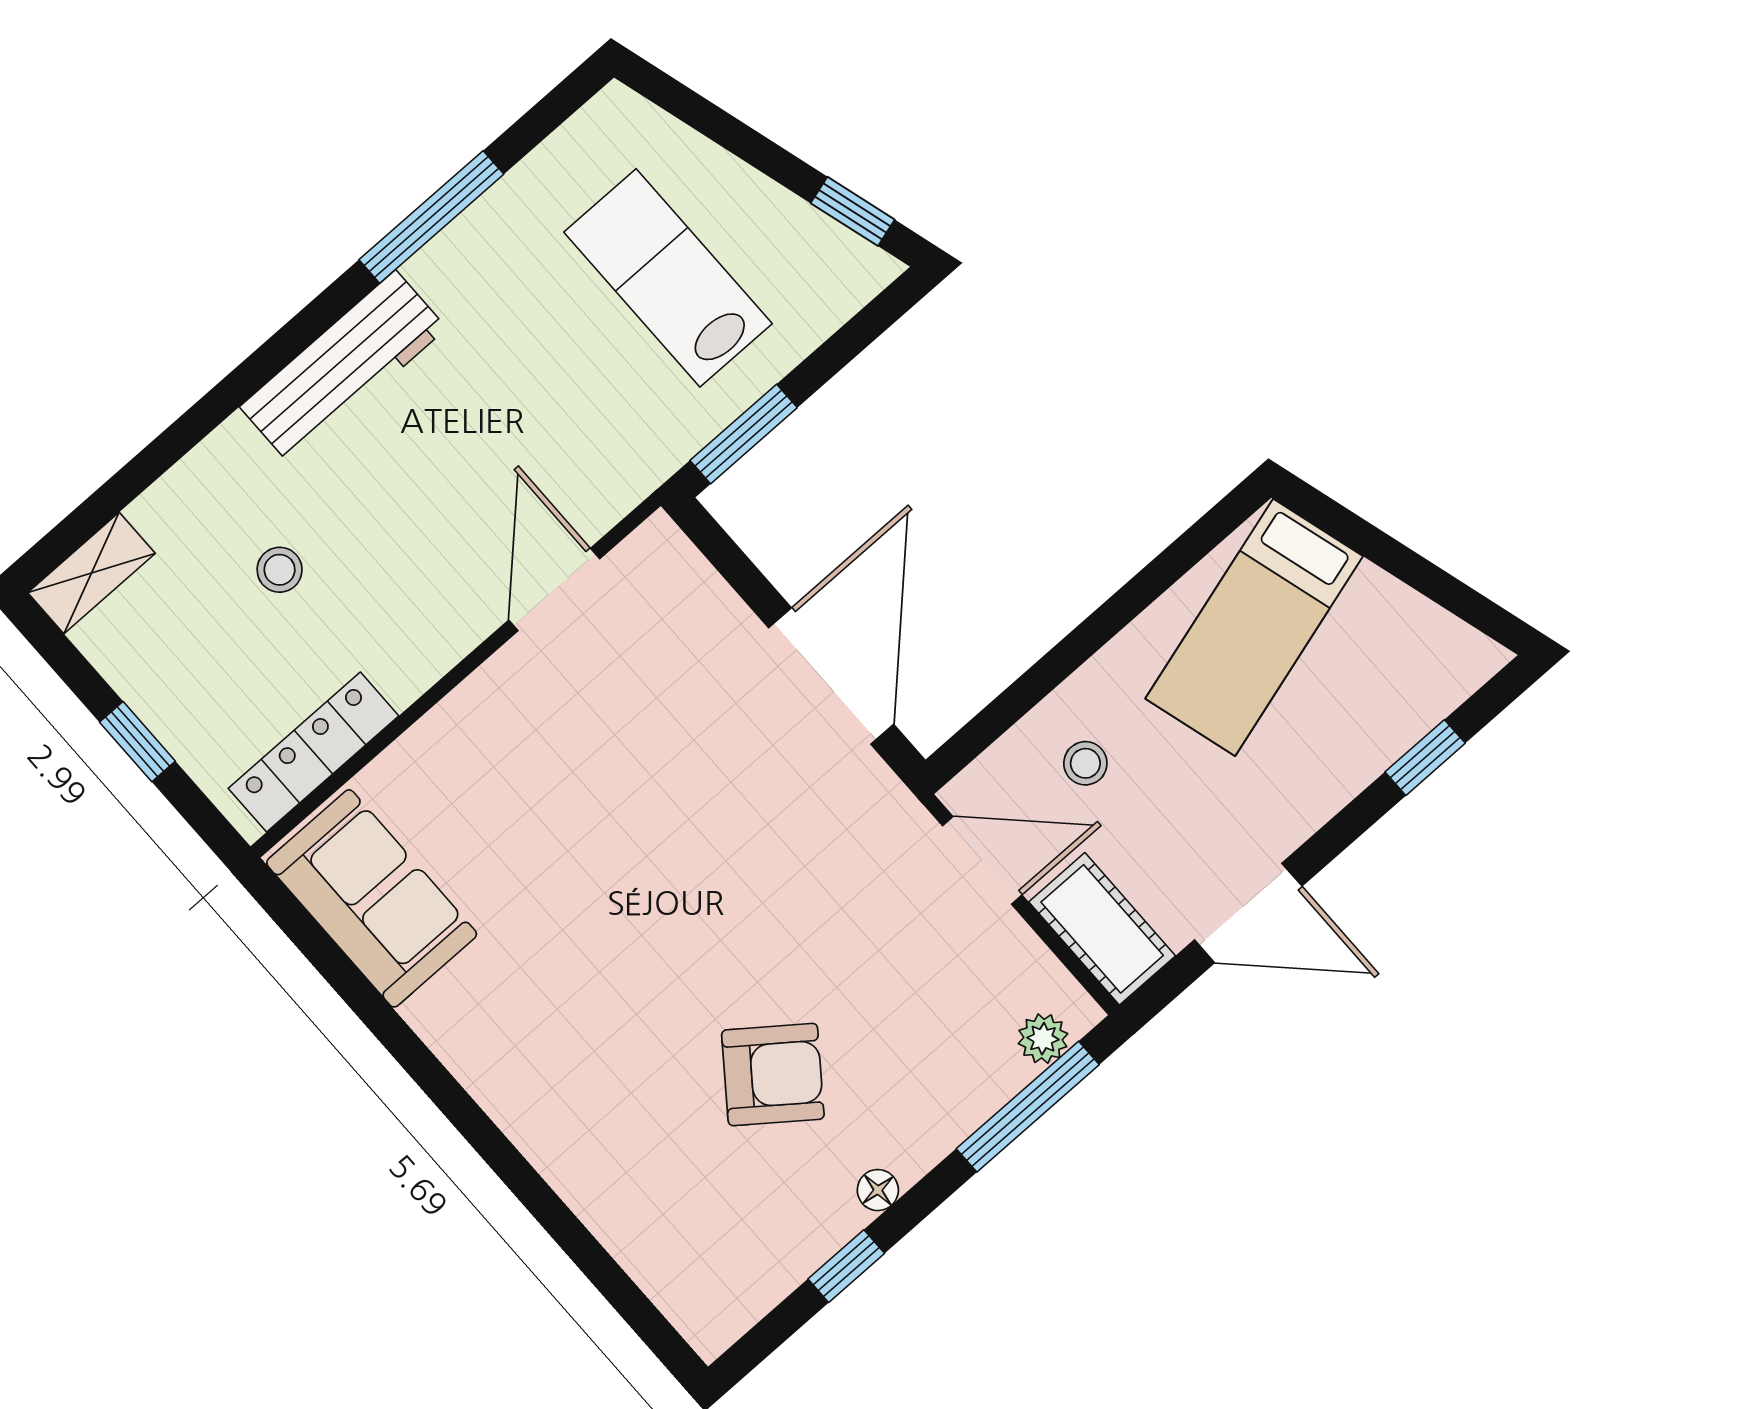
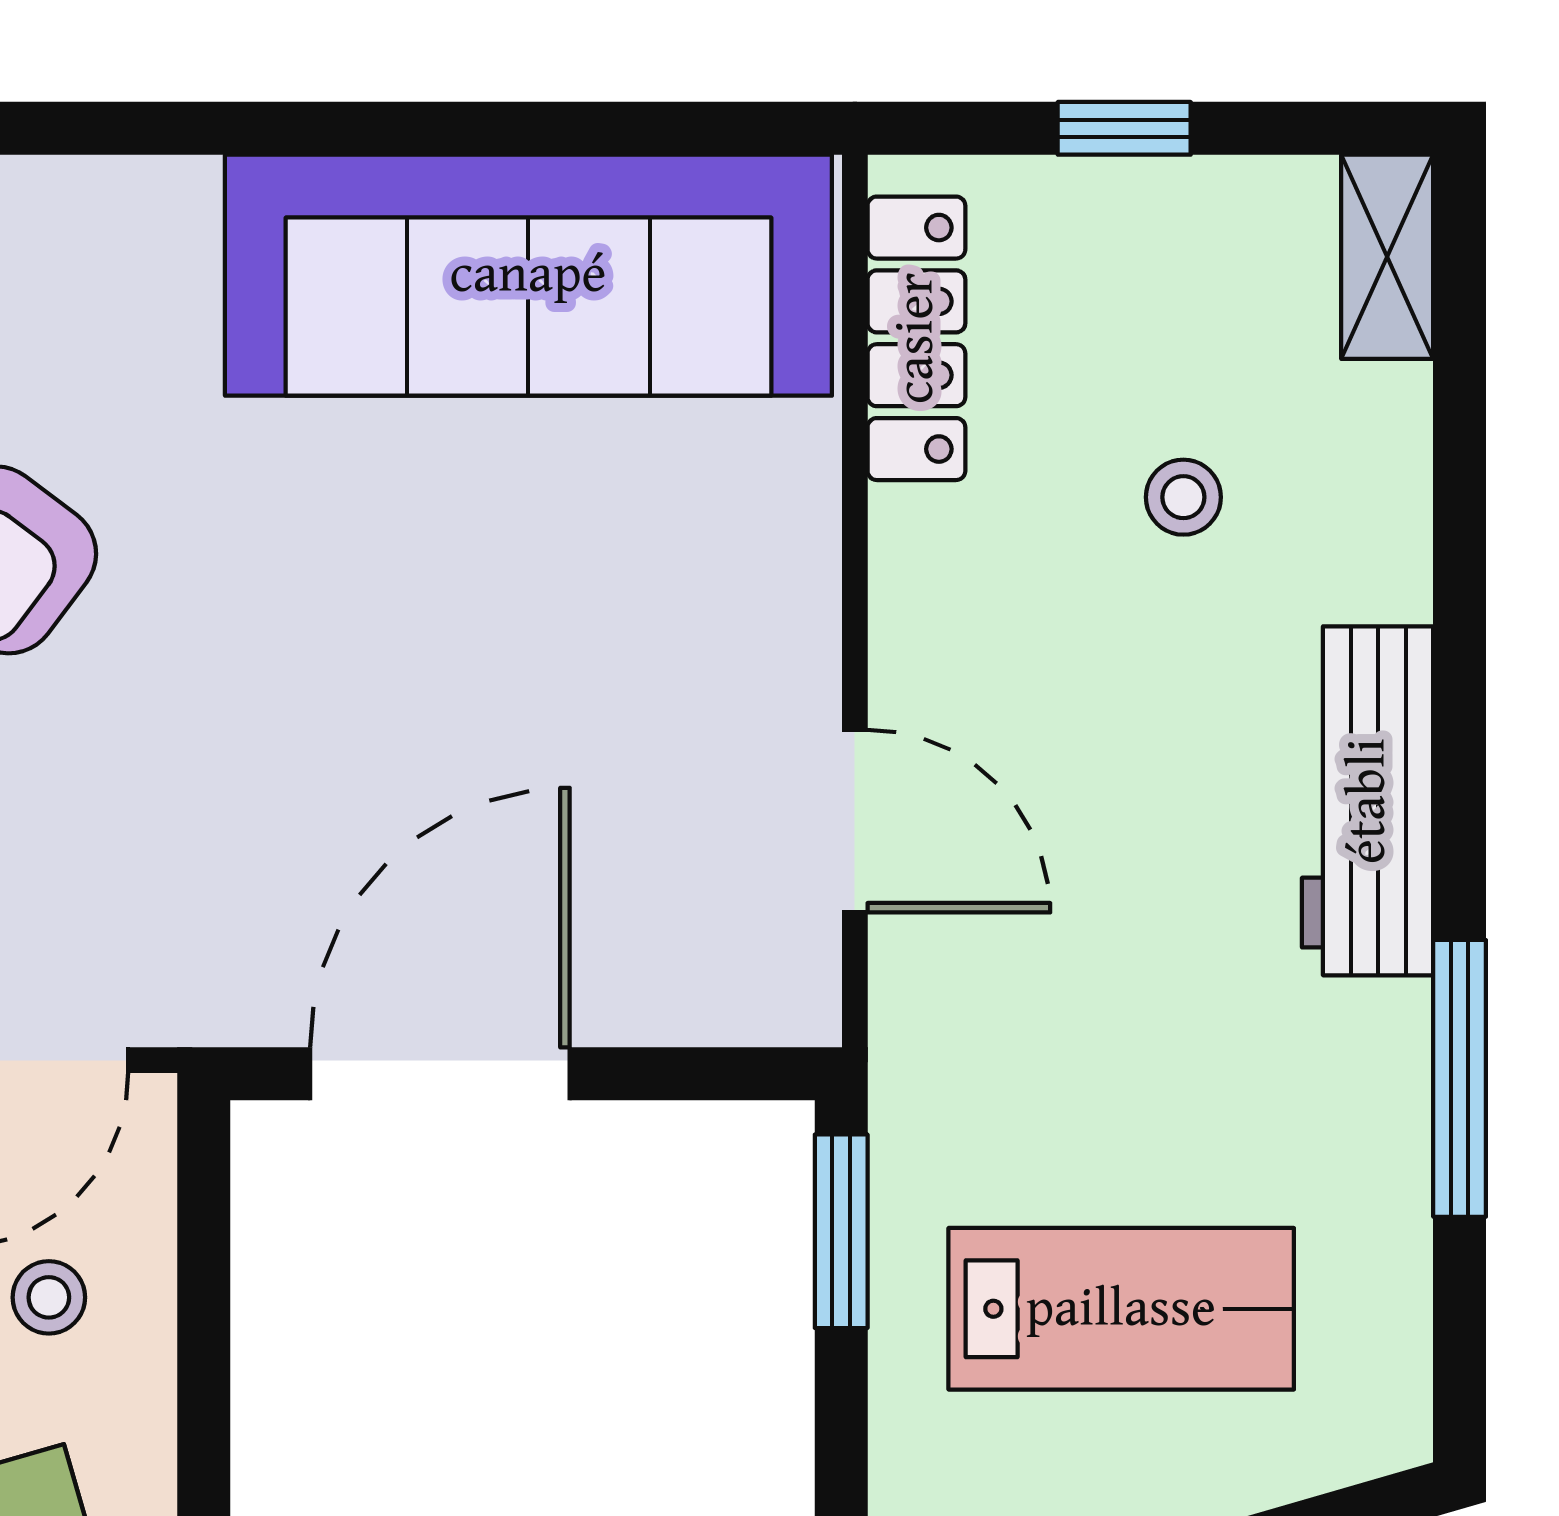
door: (831, 676) -> (440, 1074), swing flipped
sofa: (372, 898) -> (528, 275), width x1.85, depth x1.27

